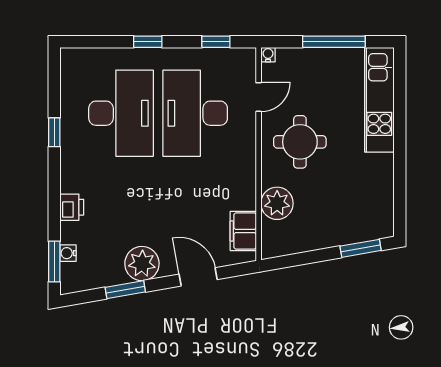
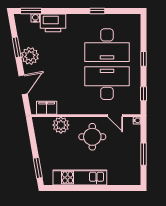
window: (334, 42) -> (144, 154), width x0.69
kitchen unit: (379, 100) -> (80, 177), moved
printer: (72, 207) -> (53, 23), width x1.87, depth x1.48

